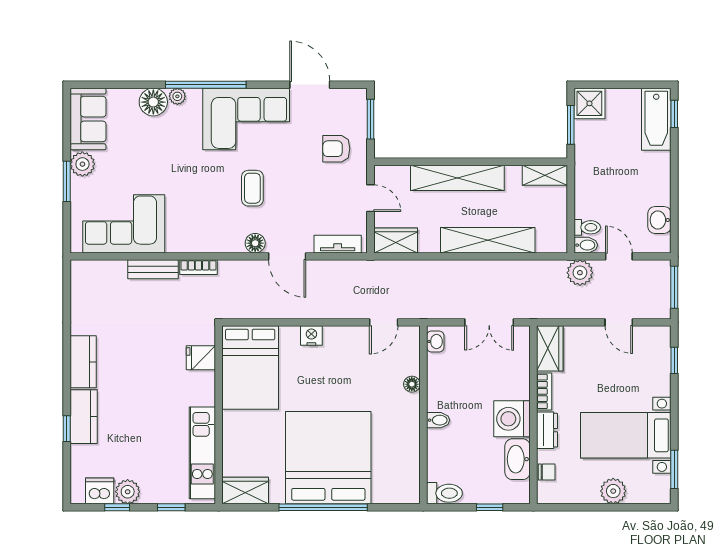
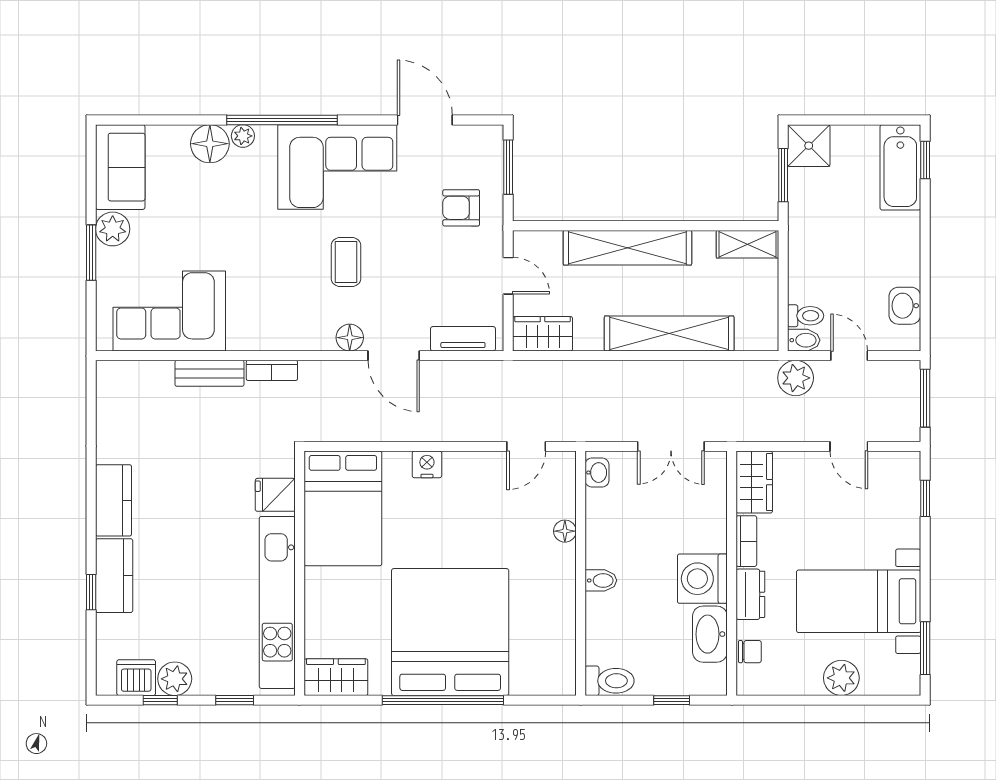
kitchen unit: (202, 453) -> (277, 602), width x1.36

